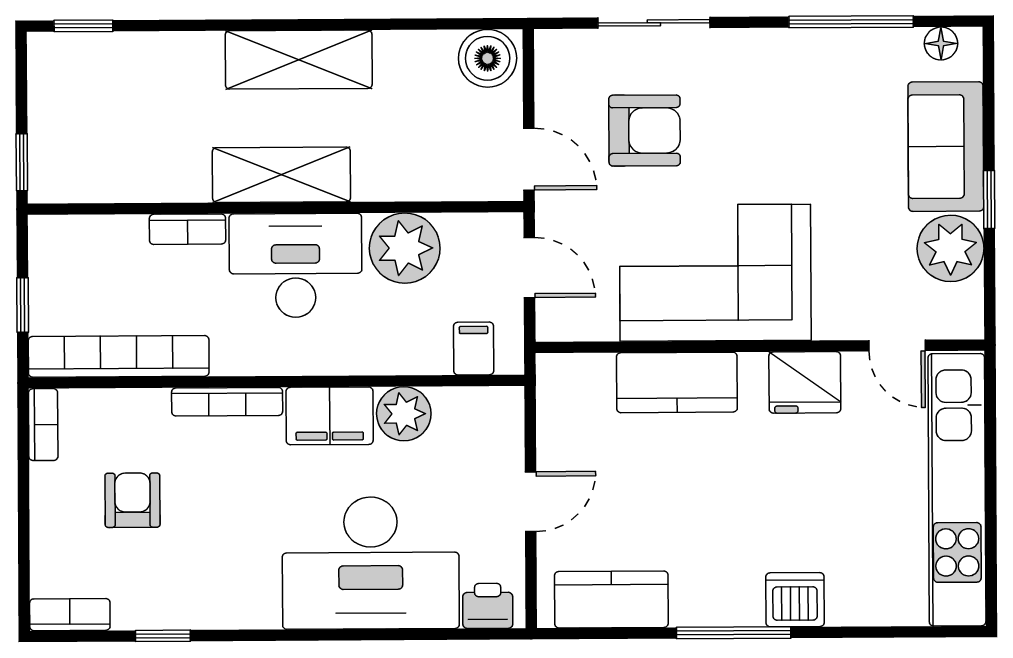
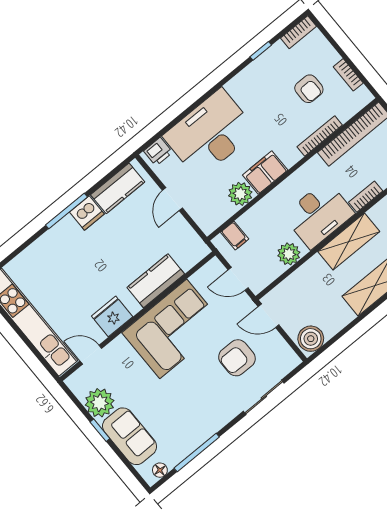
plant: (405, 248) -> (289, 254), width x0.73, depth x0.73
bookcase: (227, 402) -> (320, 136), moved
bookcase: (43, 425) -> (348, 75), moved
dishwasher: (795, 600) -> (87, 213), moved

